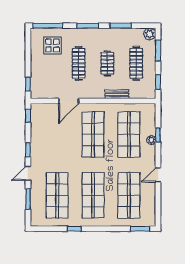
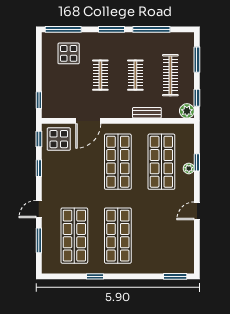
window: (120, 26) -> (151, 29), width x1.44
plant: (150, 34) -> (187, 111), moved
clothes rail: (79, 63) -> (100, 75), width x0.73
display table: (44, 116) -> (59, 139), added
window: (28, 150) -> (39, 168), moved
shop shelf: (129, 195) -> (161, 236), removed

